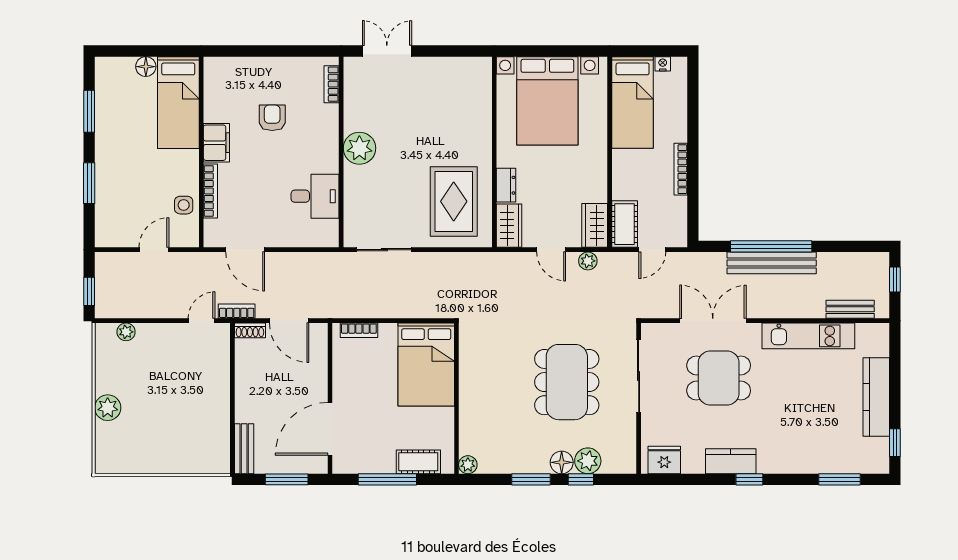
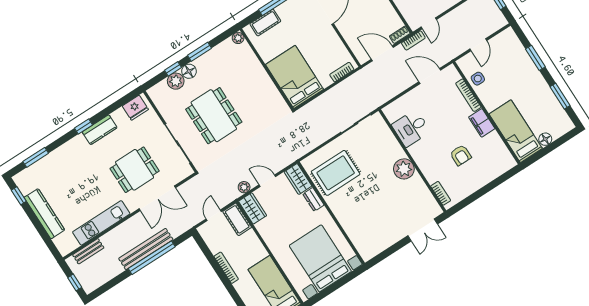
rug: (454, 201) -> (336, 173), turned 90

